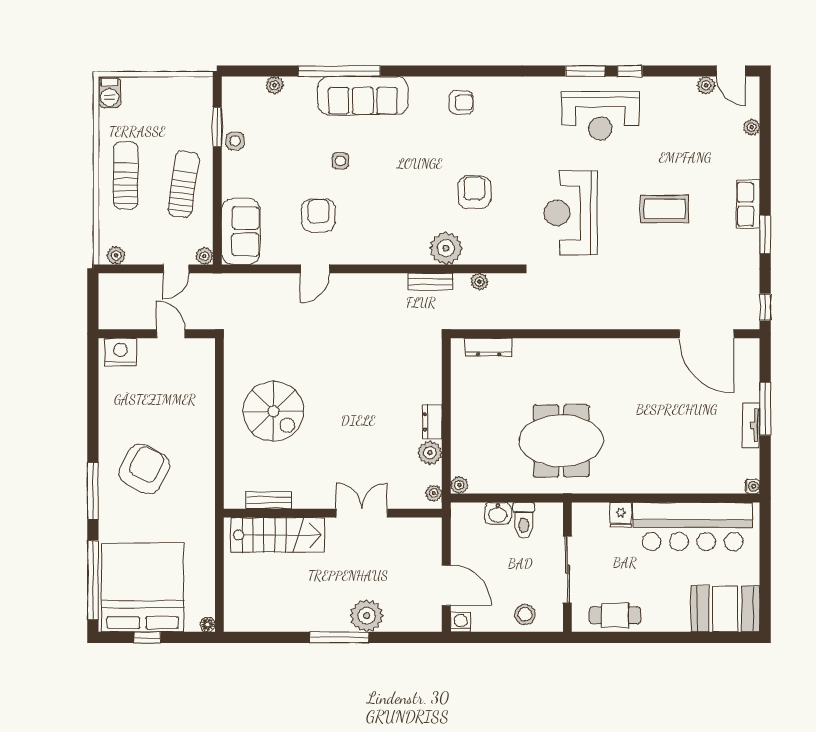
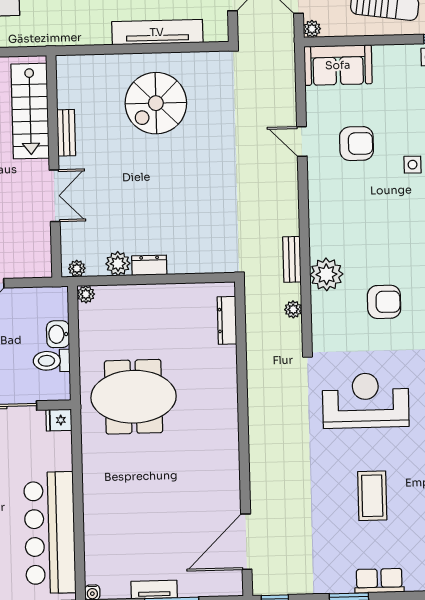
tv unit: (204, 408) -> (157, 32), added
meeting table: (561, 441) -> (134, 397), turned 90
bench: (269, 500) -> (66, 133), moved
fridge: (621, 515) -> (59, 420), moved

